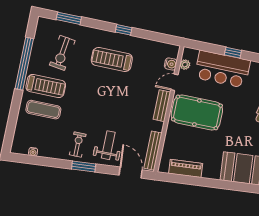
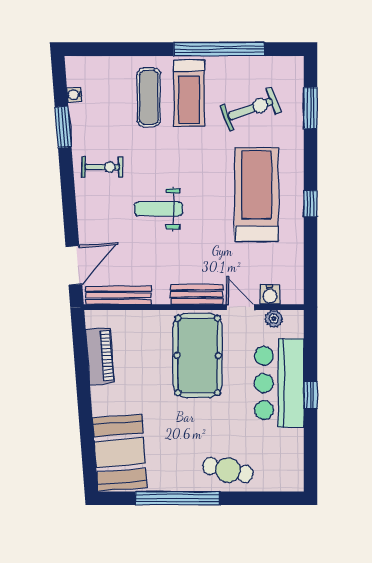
exercise bike: (62, 53) -> (250, 109), turned 152
treadmill: (112, 60) -> (257, 194), width x1.37, depth x1.38
weight bench: (108, 145) -> (159, 209), moved, turned 180
window: (84, 166) -> (63, 127), moved

